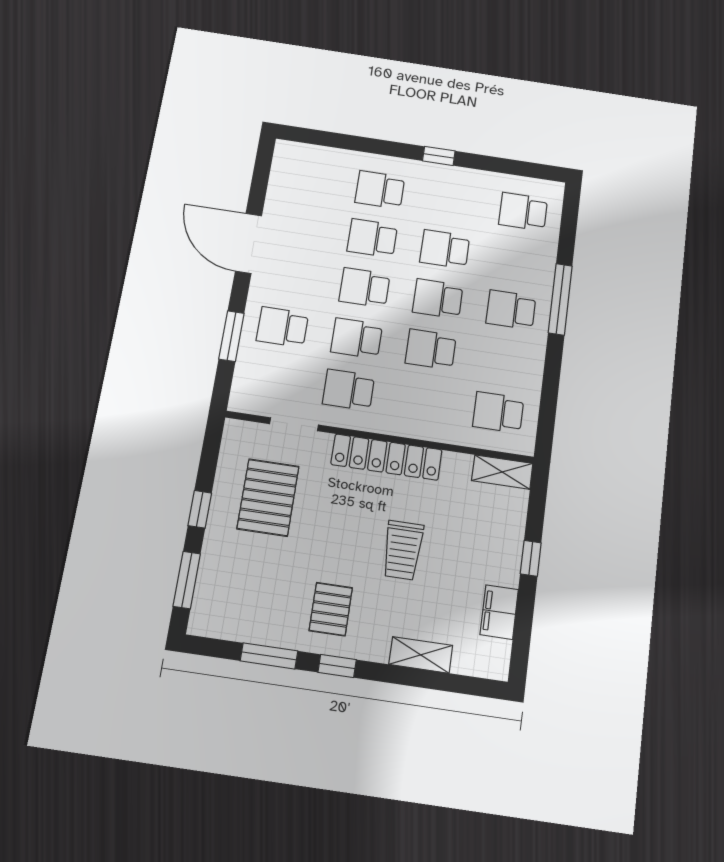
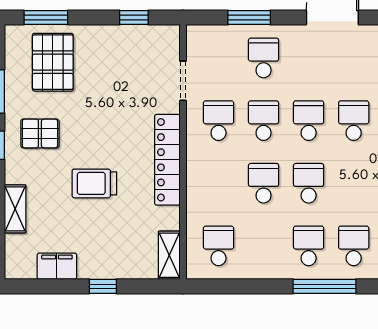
school desk: (445, 249) -> (354, 246), moved
pallet: (268, 497) -> (53, 62), moved, turned 90
window: (200, 509) -> (134, 17), moved

